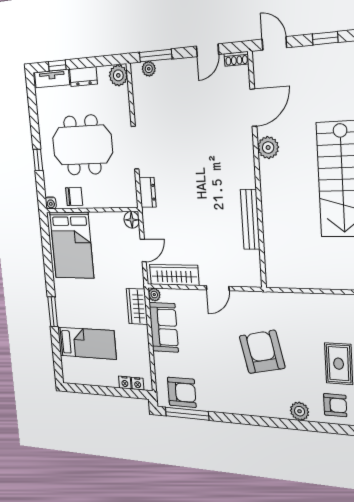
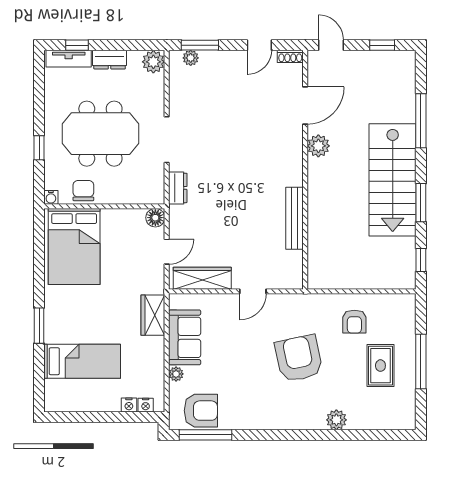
chair: (74, 197) -> (83, 191), turned -90
plant: (154, 295) -> (176, 374), moved
armchair: (335, 405) -> (354, 322), moved, turned 90

